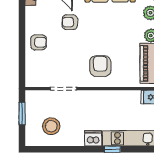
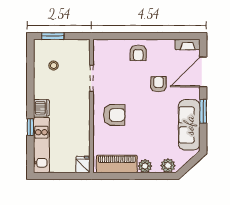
window: (22, 113) -> (53, 36), moved
stool: (51, 126) -> (54, 66), width x0.53, depth x0.53

